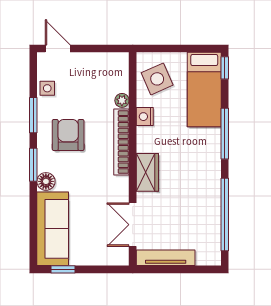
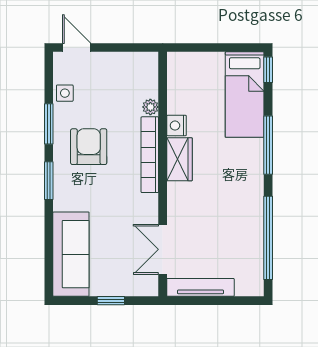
side table: (157, 79) -> (191, 82), removed
wardrobe: (147, 172) -> (179, 159), moved
floor lamp: (46, 181) -> (63, 200), removed
window: (63, 269) -> (111, 301), moved

